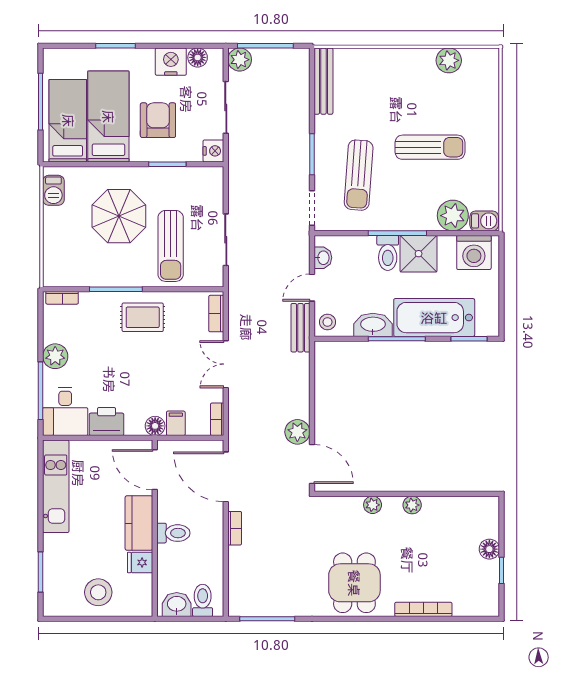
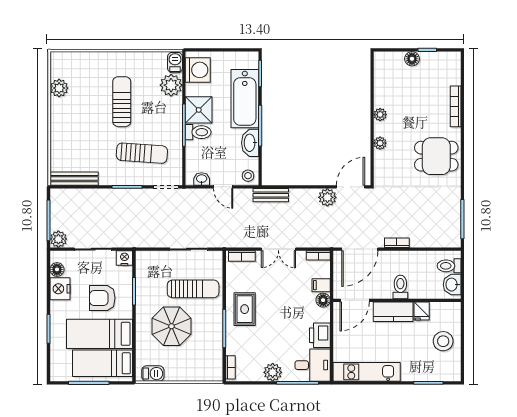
bench: (300, 328) -> (271, 195), moved

